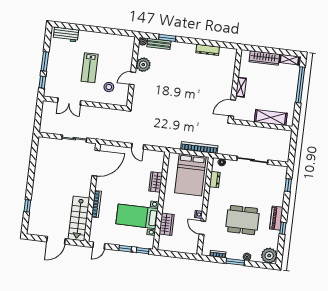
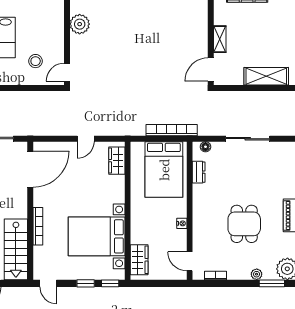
door: (132, 78) -> (67, 72), moved
door: (138, 146) -> (86, 139), hinge flipped
wardrobe: (156, 182) -> (117, 161), moved
bed with nightstands: (137, 216) -> (97, 236), width x1.36
dining table: (243, 220) -> (244, 224), width x0.73
wardrobe: (167, 224) -> (139, 260), moved
door: (202, 228) -> (190, 261), moved
door: (99, 245) -> (48, 283), hinge flipped
window: (235, 262) -> (272, 283), moved

